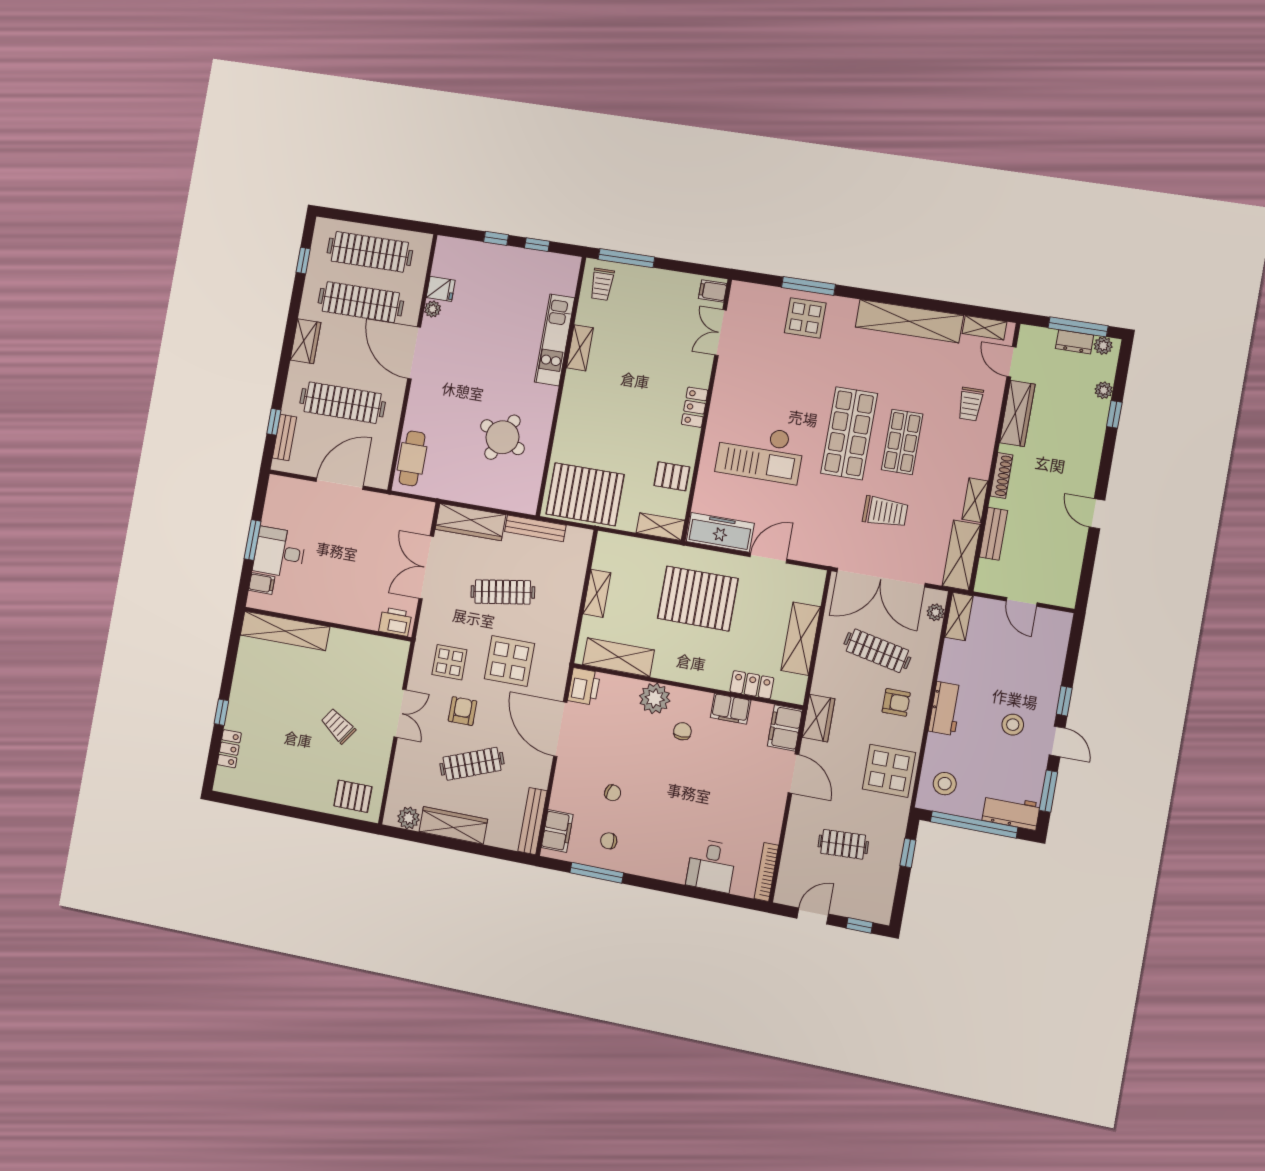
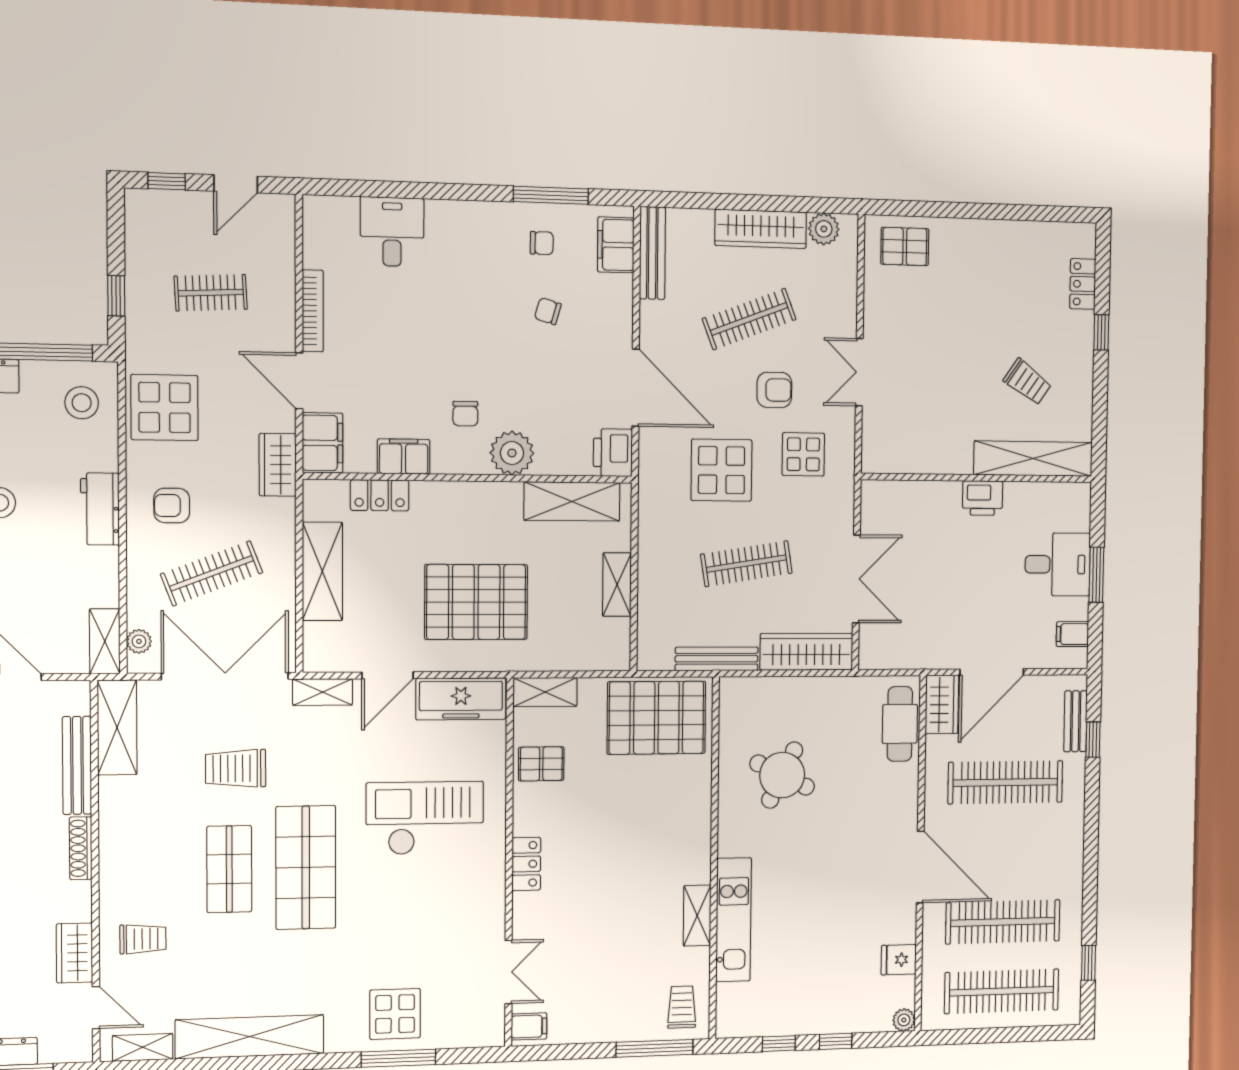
plant: (433, 309) -> (904, 1020), moved
wardrobe: (306, 341) -> (942, 705), moved, turned 180
trolley: (970, 404) -> (143, 939), turned 90
wardrobe: (1017, 413) -> (74, 953), width x0.67
shelving: (975, 500) -> (323, 692), moved, turned 90
bench: (994, 534) -> (77, 765), width x1.36
filing cabinet: (262, 583) -> (1072, 634), moved
printer: (395, 622) -> (983, 498), moved
clothes rail: (877, 651) -> (212, 573), turned -33
armchair: (462, 711) -> (774, 390), turned -90
trolley: (338, 726) -> (1027, 382), moved
bookcase: (766, 872) -> (313, 311), moved

